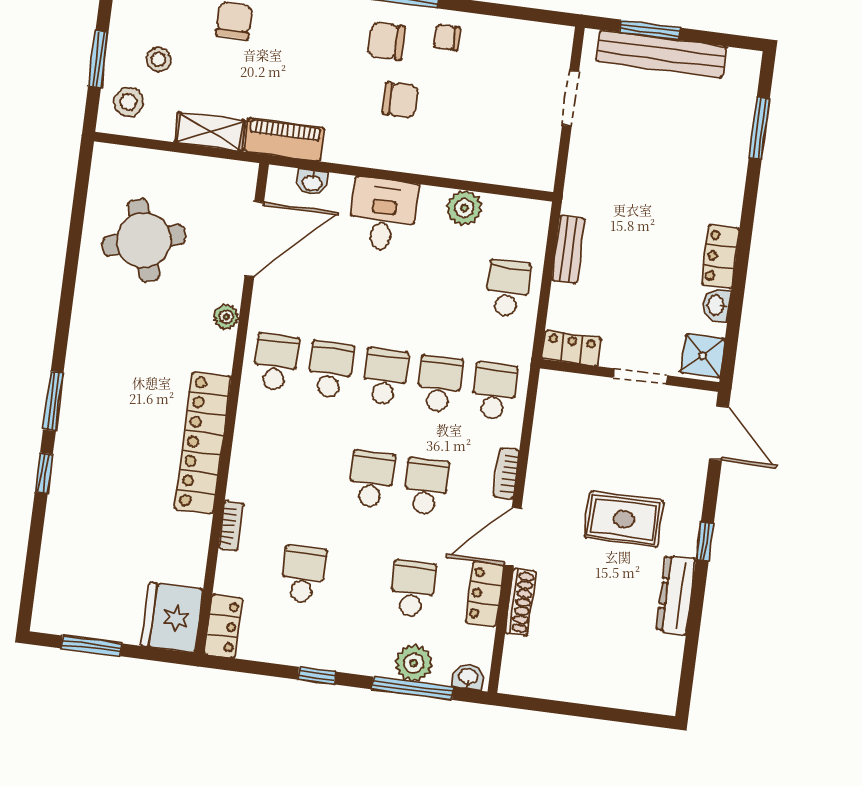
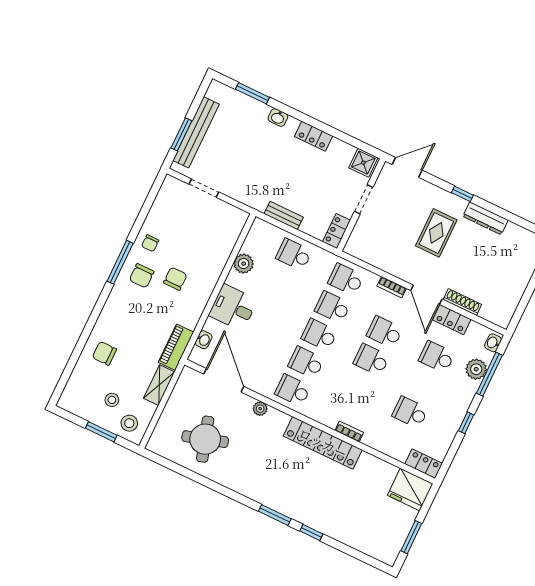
washbasin: (716, 305) -> (278, 117), moved
bookcase: (231, 526) -> (349, 432), moved

